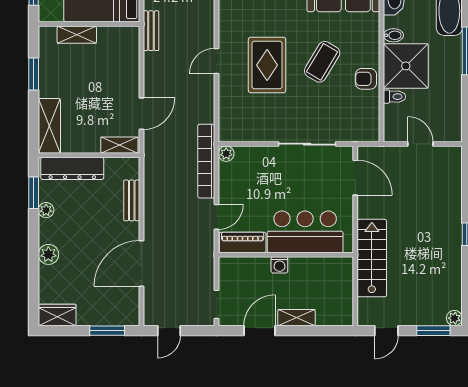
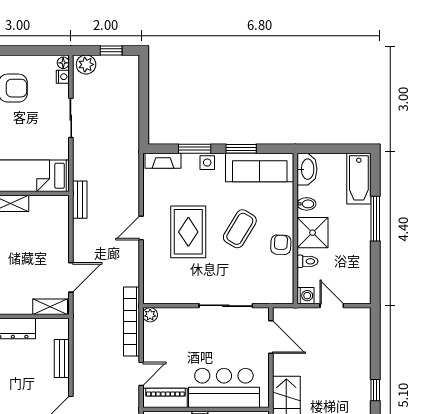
shower: (406, 66) -> (313, 233), width x0.73, depth x0.73
armchair: (366, 79) -> (281, 245), turned 93
washing machine: (392, 133) -> (306, 296), added

